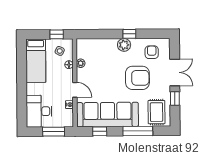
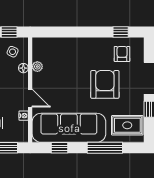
window: (129, 34) -> (121, 32), moved
plant: (124, 45) -> (89, 45), removed
armchair: (137, 78) -> (105, 84), turned -90
rug: (156, 112) -> (127, 125), turned 90

